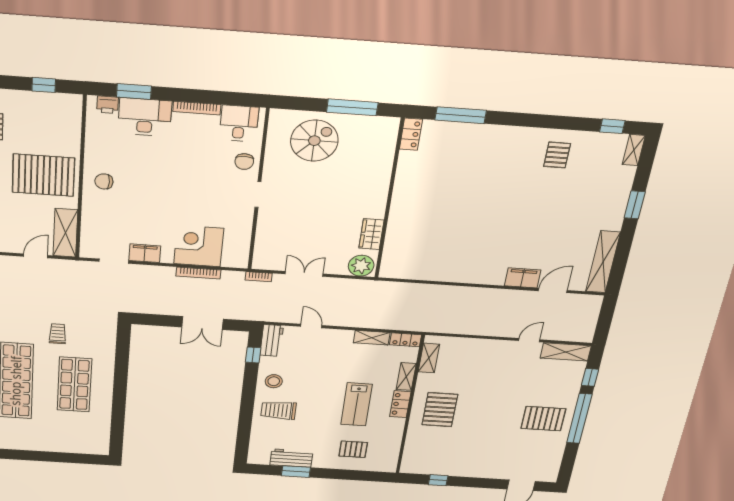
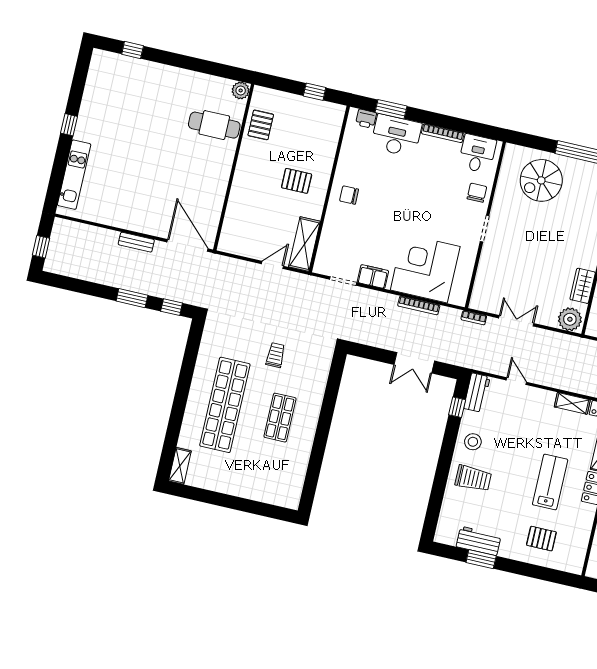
spiral stairs: (314, 141) -> (541, 180), turned 180
chair: (244, 162) -> (477, 193), turned 180
pallet: (43, 175) -> (297, 181), width x0.49, depth x0.50
corner desk: (199, 246) -> (425, 268), width x1.36, depth x1.36
shop shelf: (74, 385) -> (280, 418), width x0.70, depth x0.74
lab bench: (356, 404) -> (550, 482), turned 180
trolley: (279, 410) -> (473, 478), turned 180

